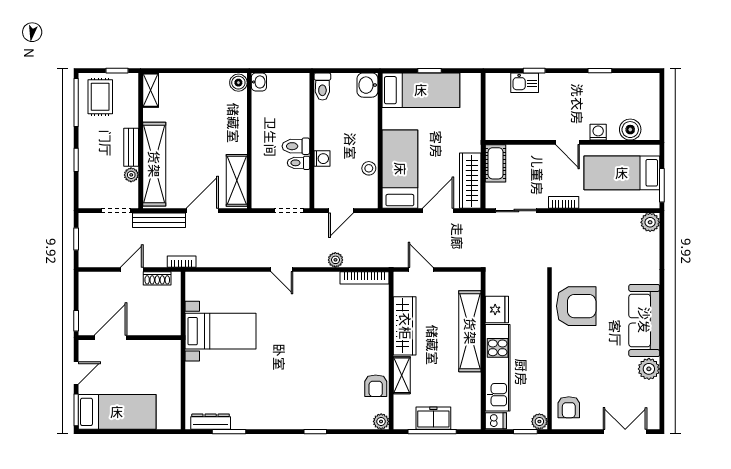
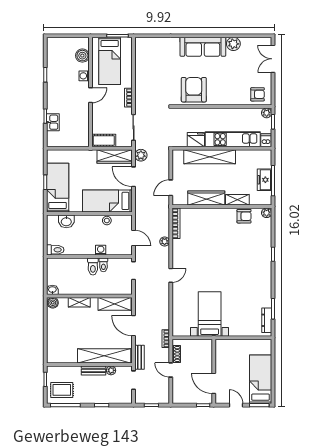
washbasin: (367, 85) -> (66, 221), moved
shelving: (151, 90) -> (79, 302), moved
bench: (159, 220) -> (140, 357), width x0.73
plant: (650, 222) -> (141, 155), moved

